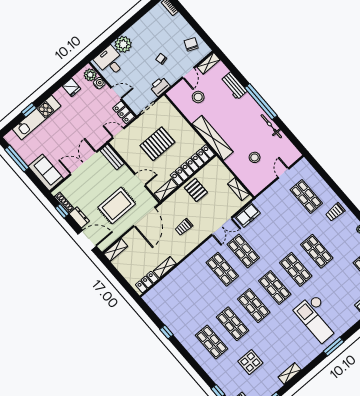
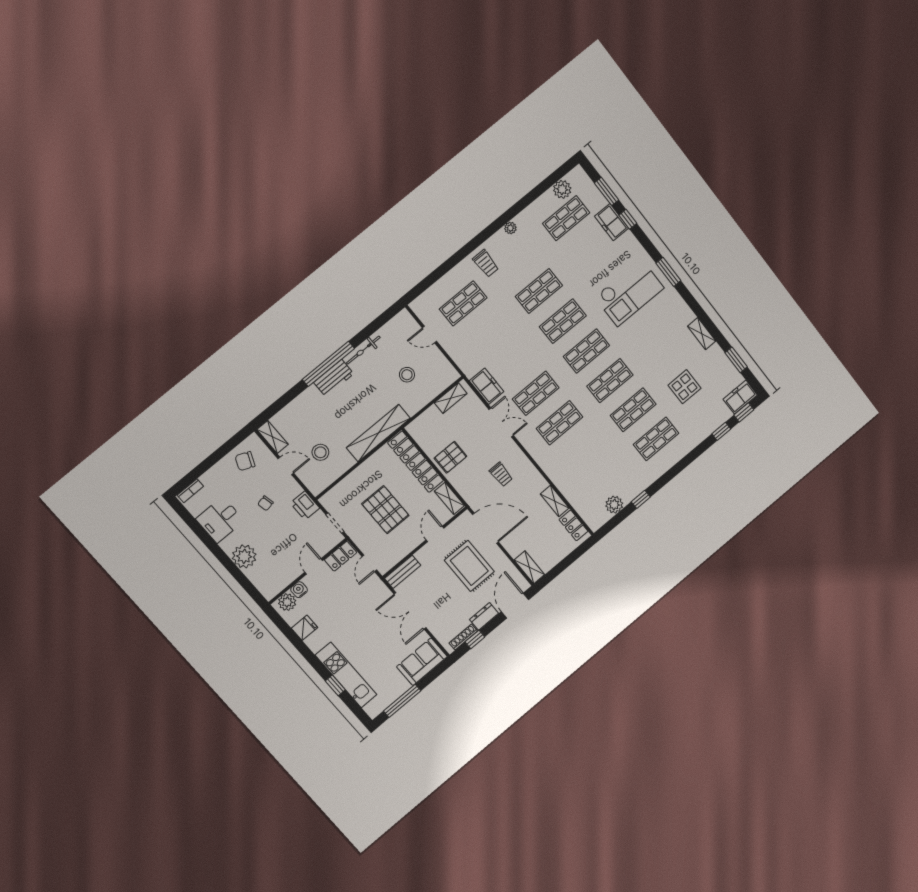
desk: (110, 61) -> (220, 520), moved
workbench: (234, 86) -> (334, 378), moved
plant: (162, 312) -> (614, 505), added

